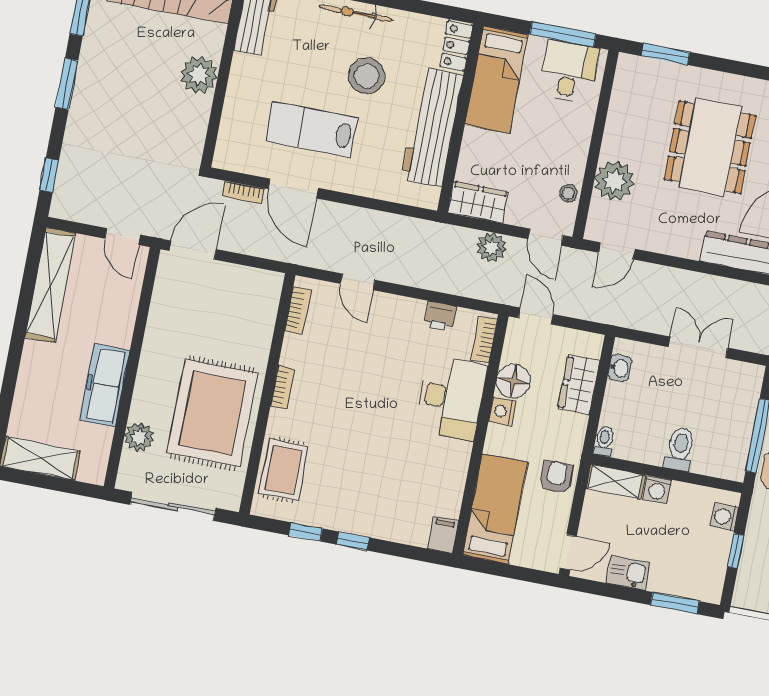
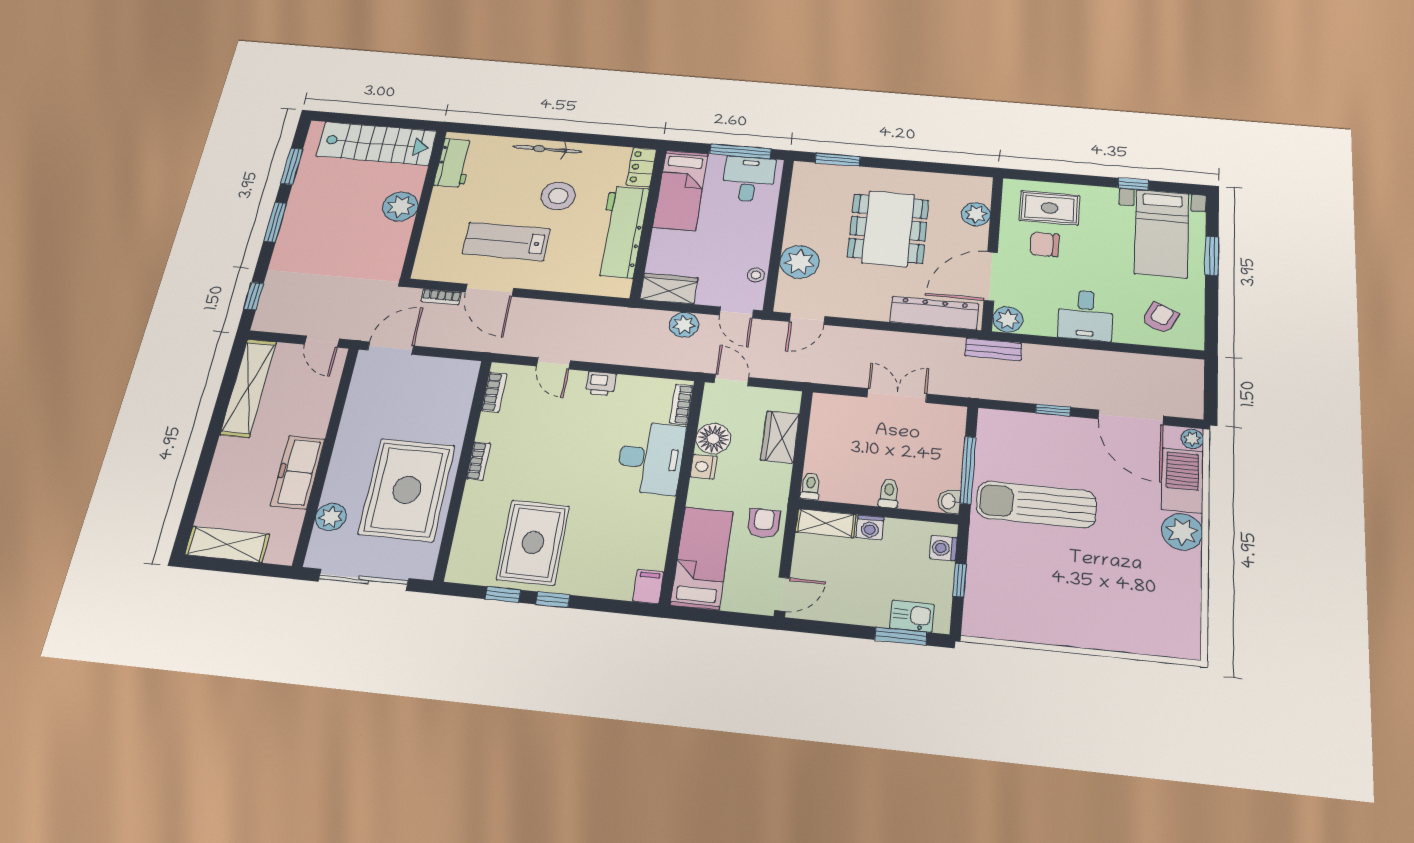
printer: (440, 316) -> (601, 384), moved
washbasin: (620, 368) -> (949, 501), moved, turned 180
toilet: (680, 449) -> (889, 493), width x0.73, depth x0.72
rug: (283, 470) -> (533, 543), moved, width x1.36, depth x1.43
kitchen sink: (628, 573) -> (912, 616), moved

